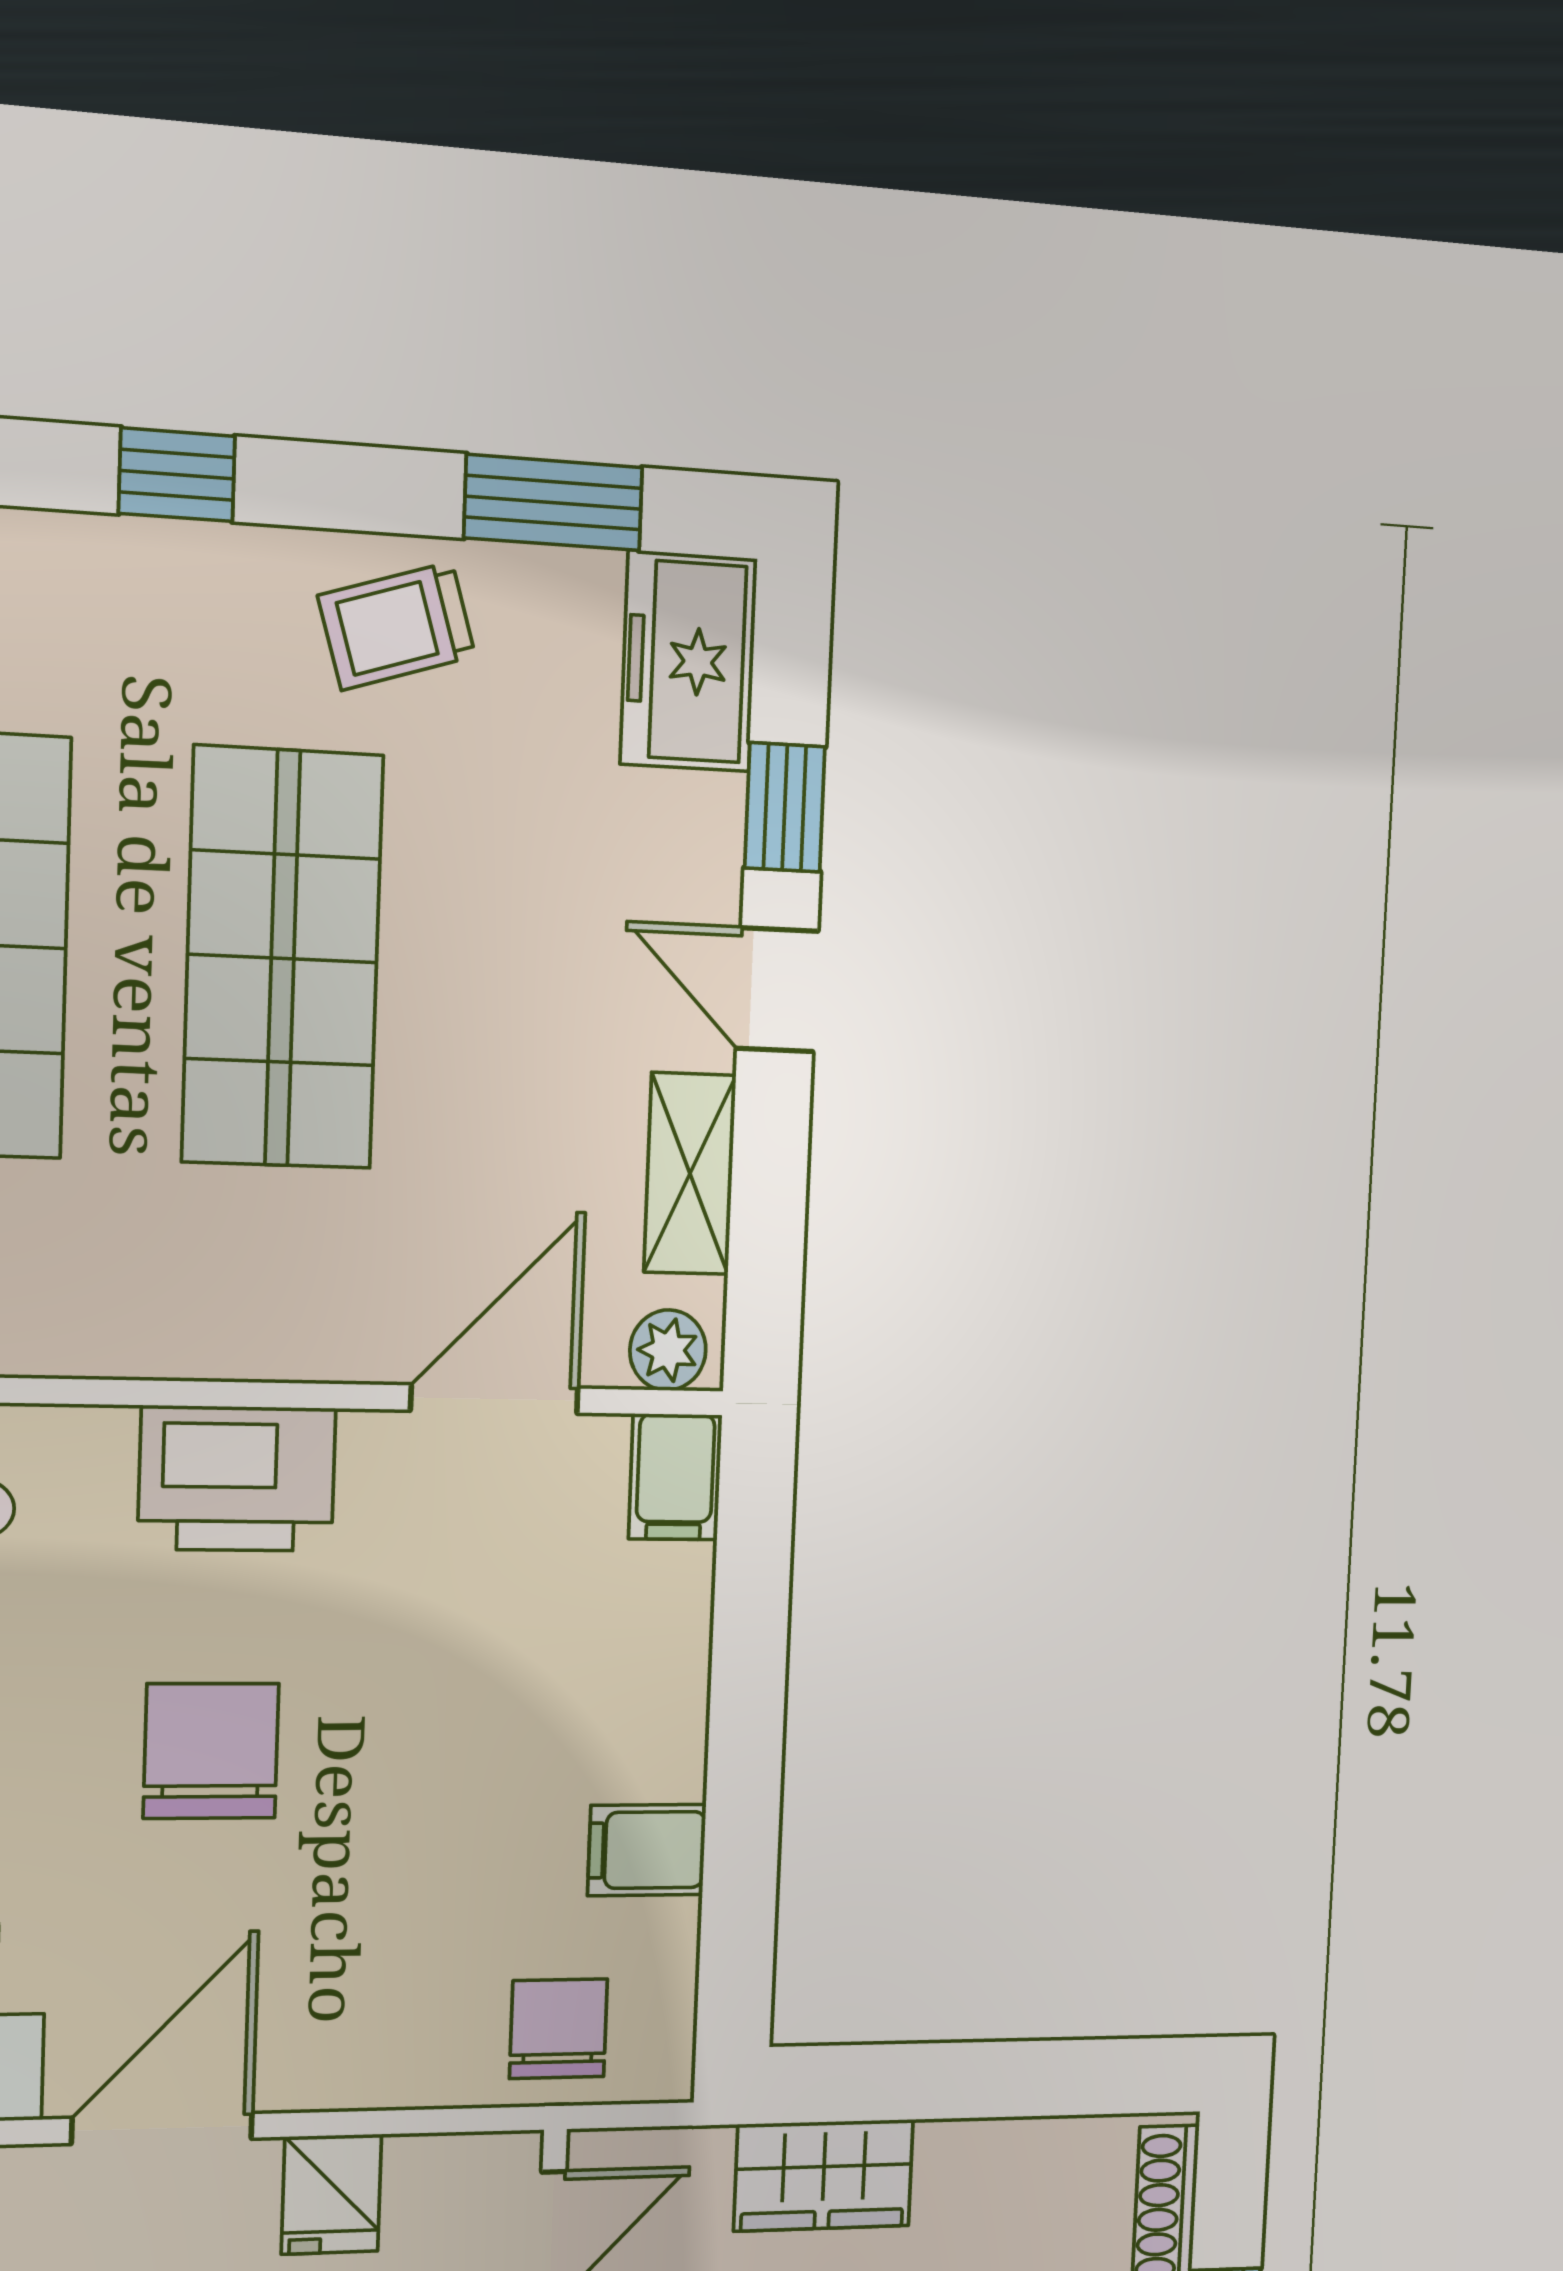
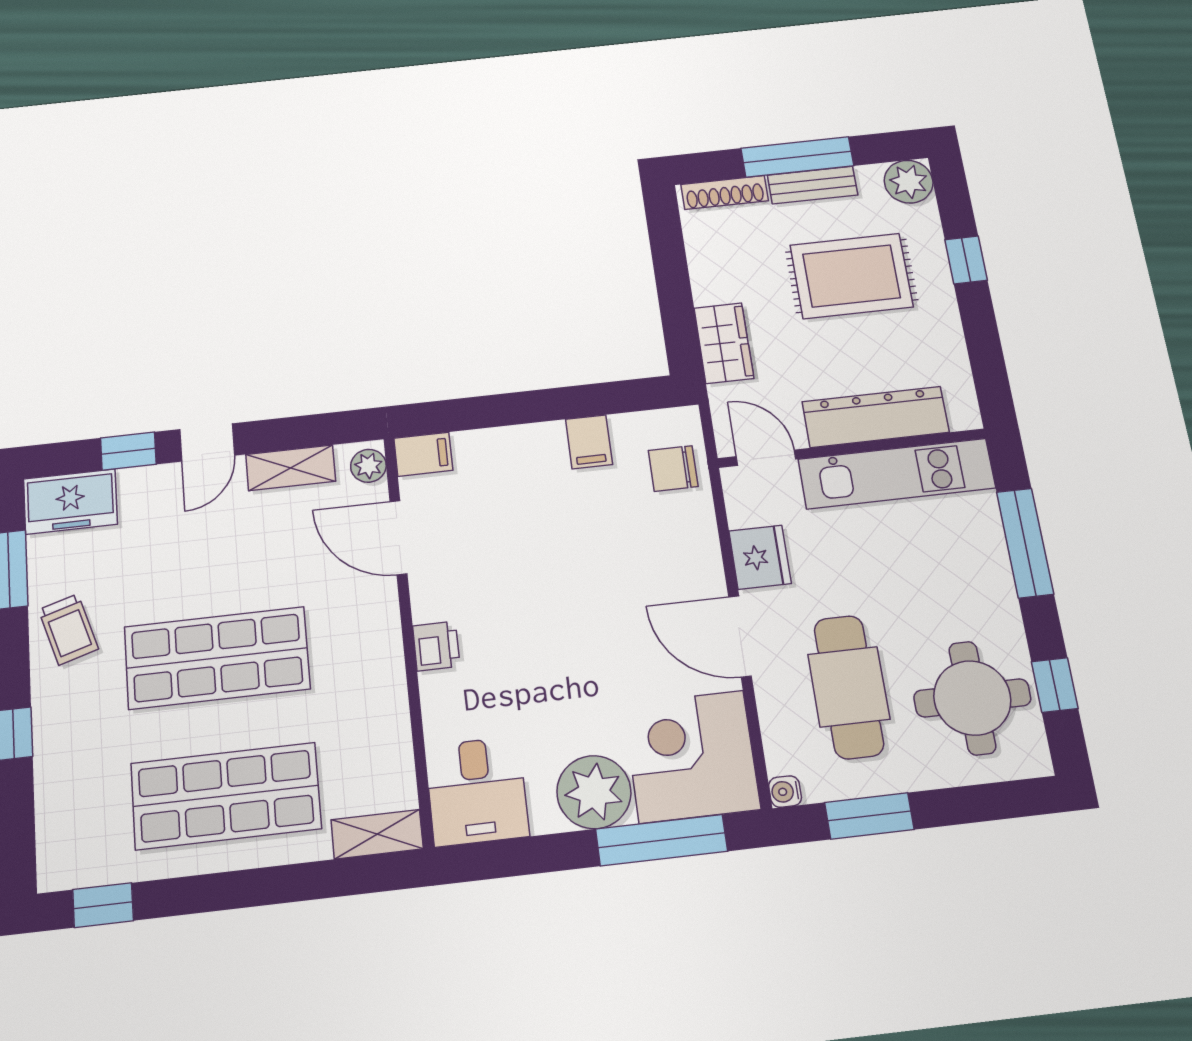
printer: (237, 1479) -> (436, 646), width x0.53, depth x0.68
chair: (211, 1751) -> (568, 639), removed
fridge: (331, 2194) -> (760, 557), width x1.38

